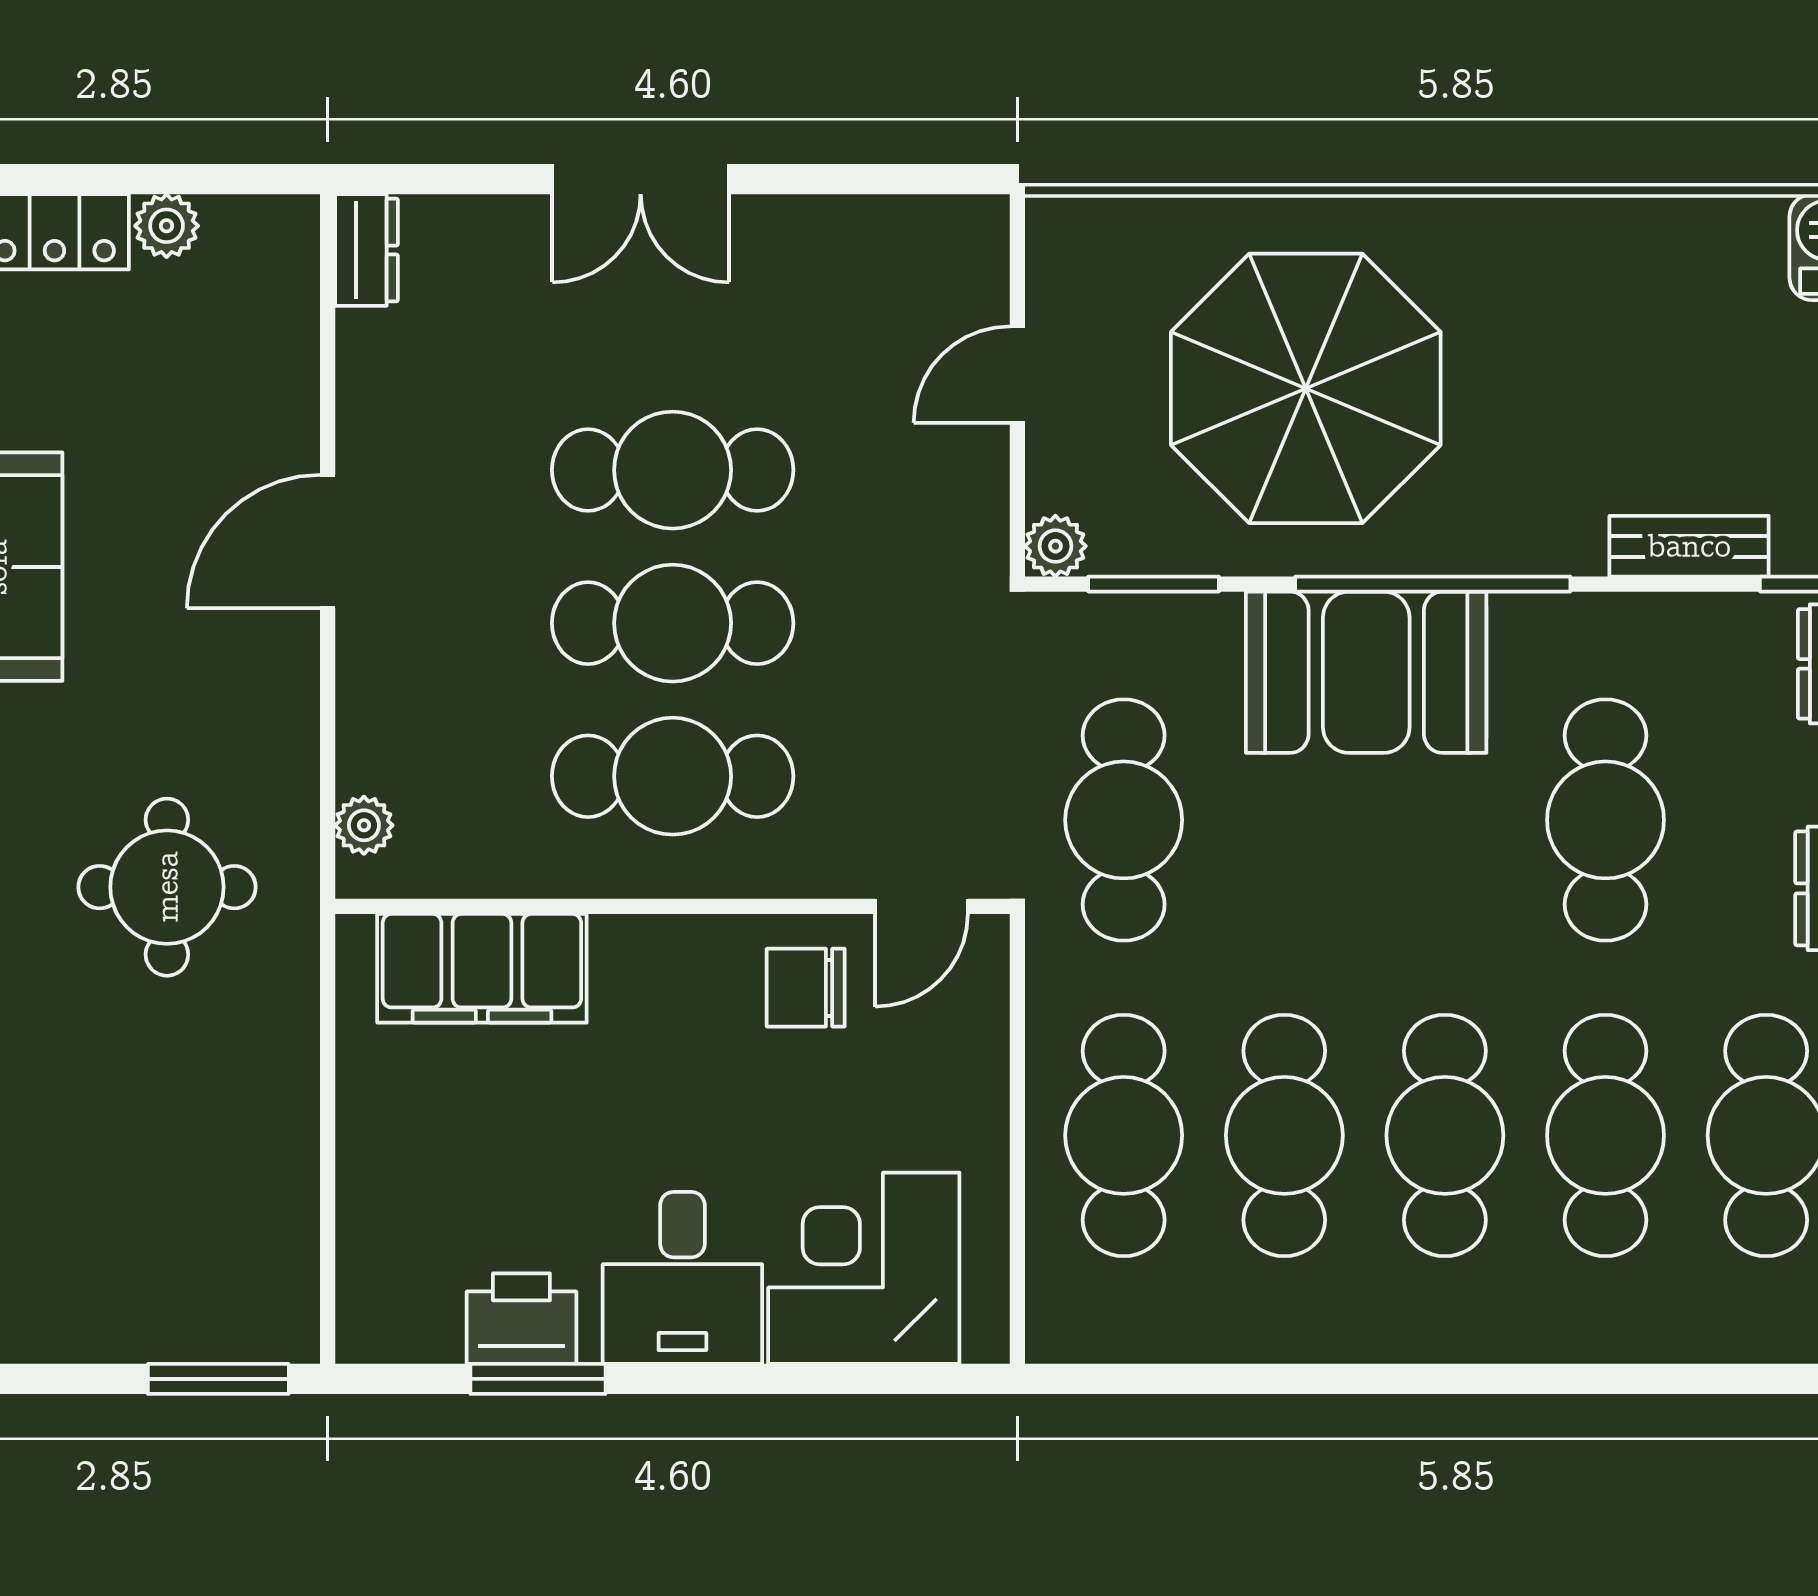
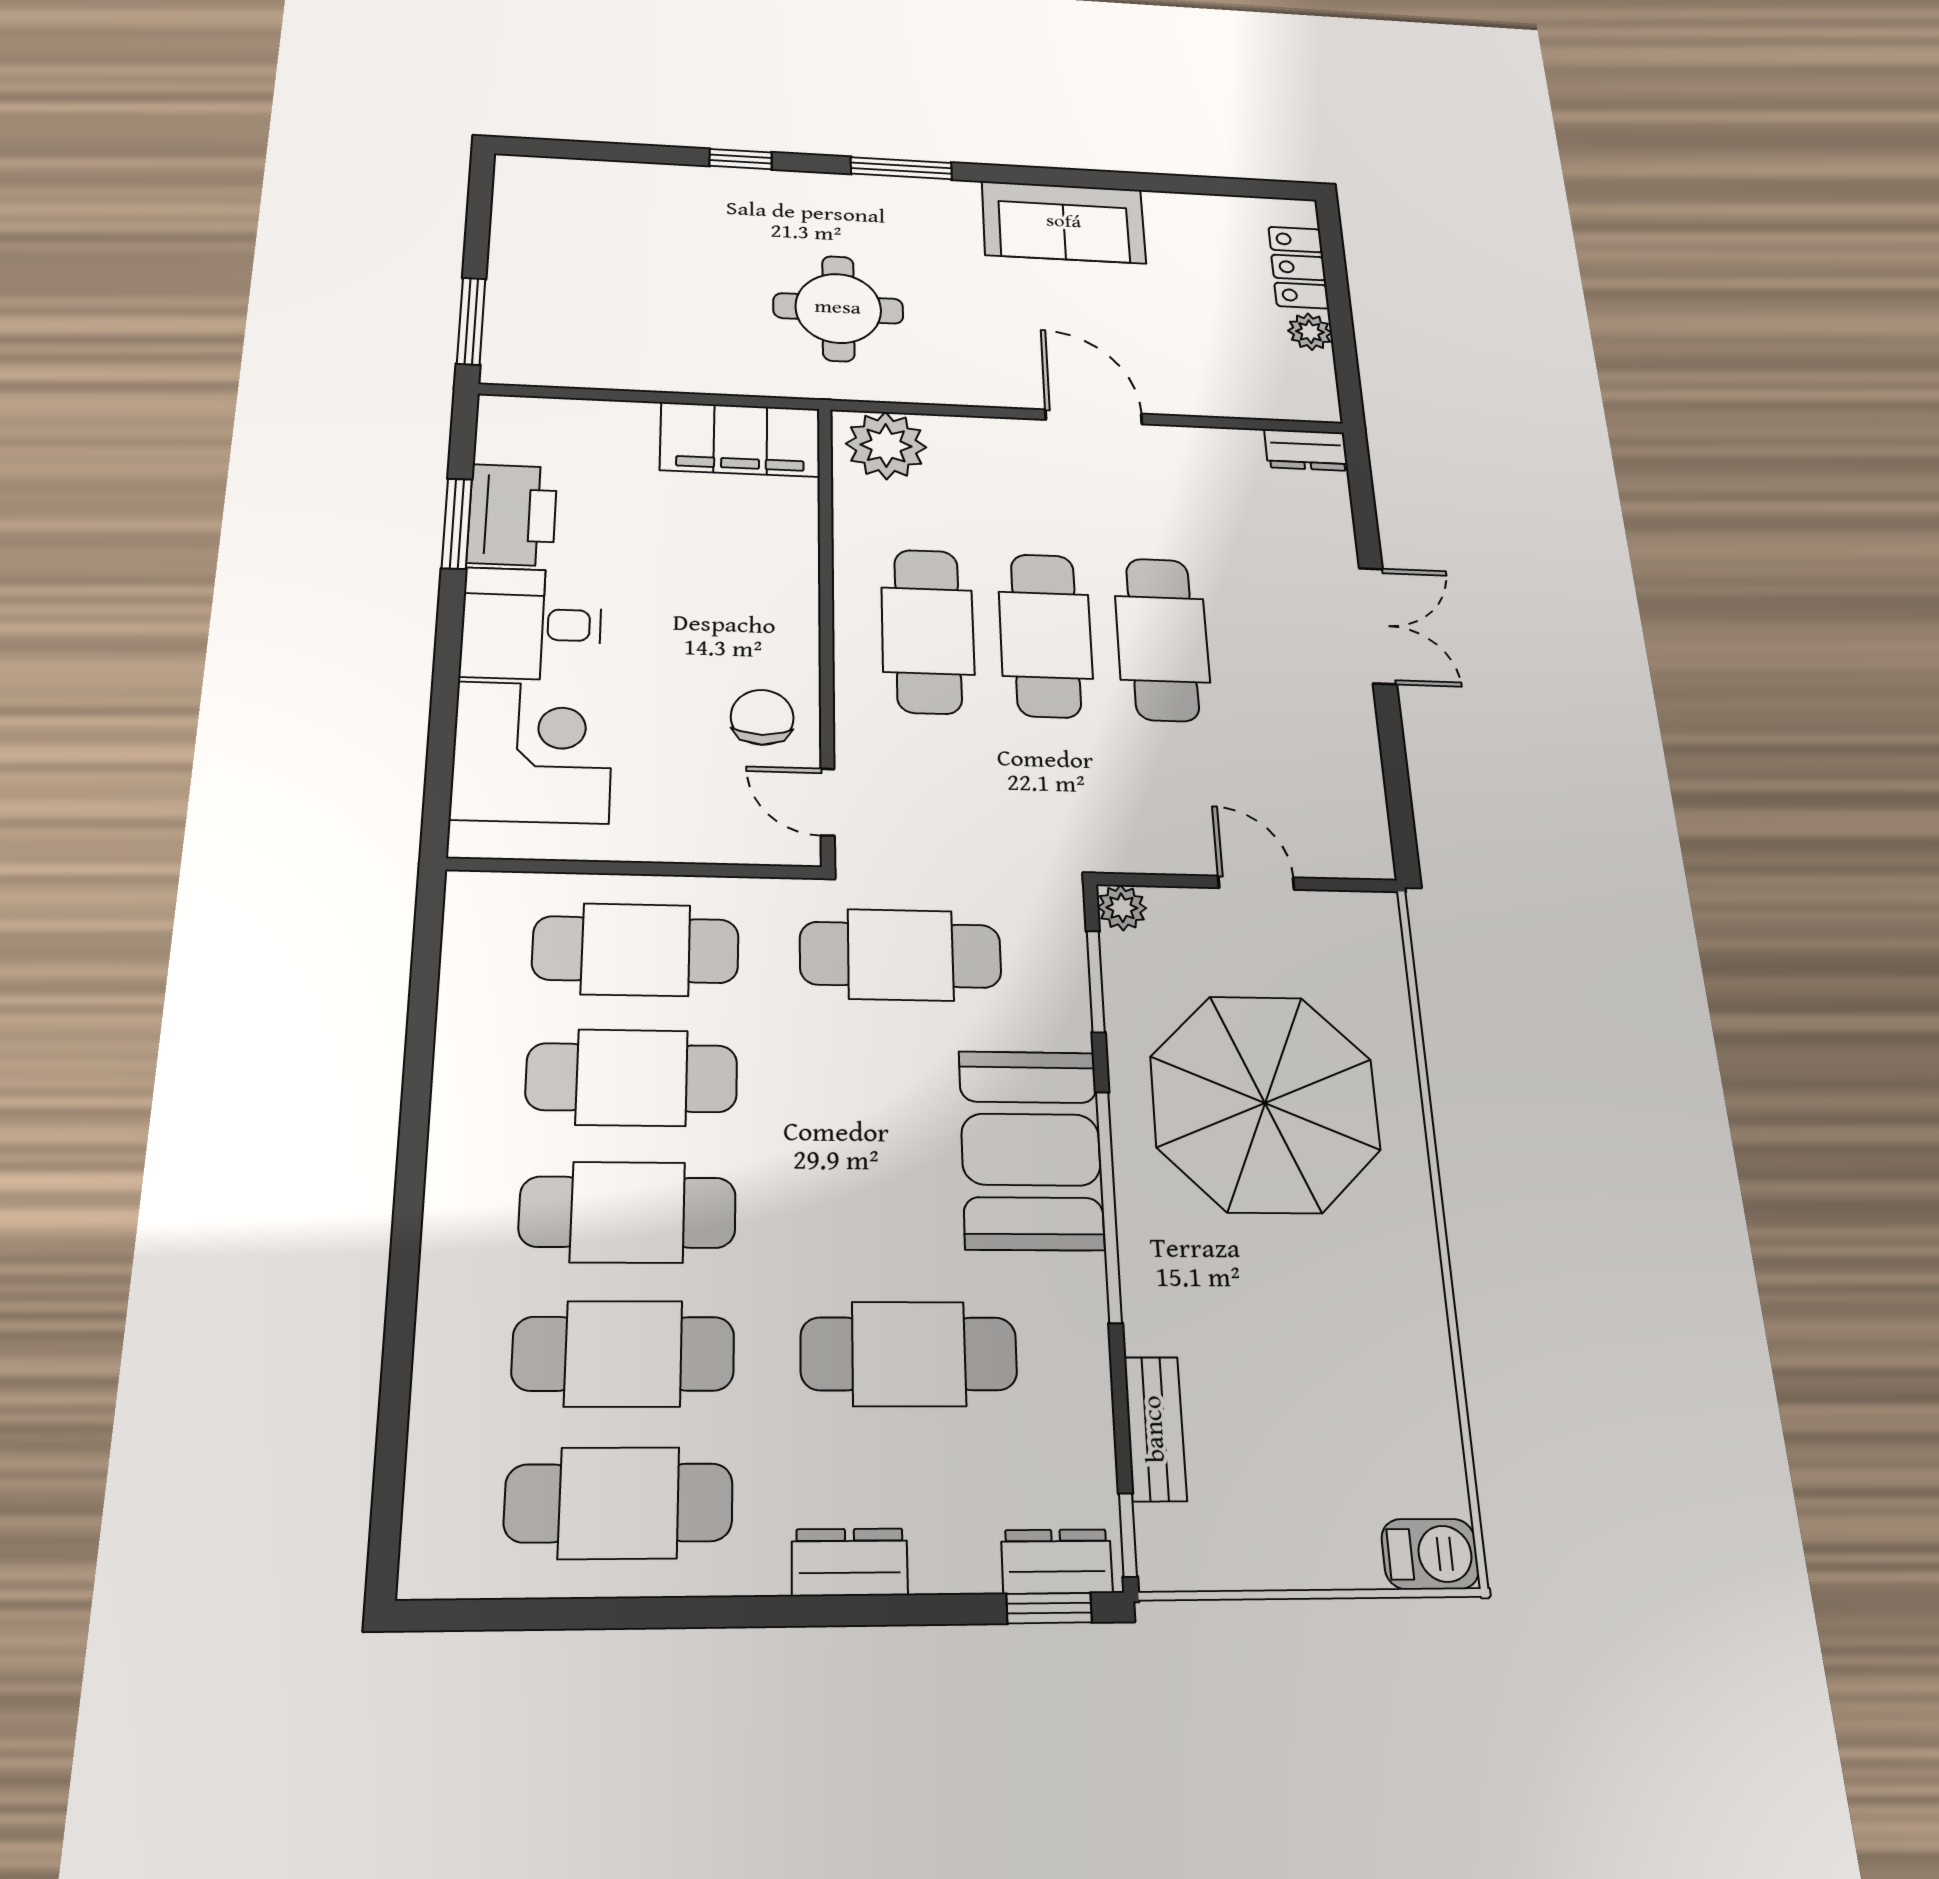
double door: (641, 179) -> (1378, 626), swing flipped
plant: (364, 825) -> (886, 446), width x1.88, depth x1.88
filing cabinet: (482, 968) -> (740, 439), moved, turned -90
printer: (521, 1319) -> (512, 515), width x1.37, depth x1.19

